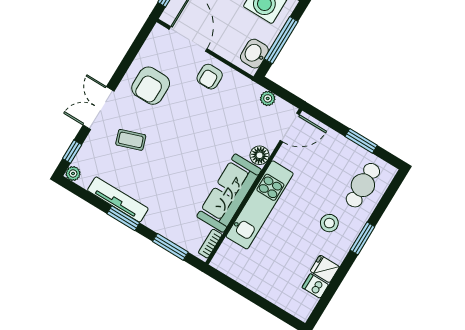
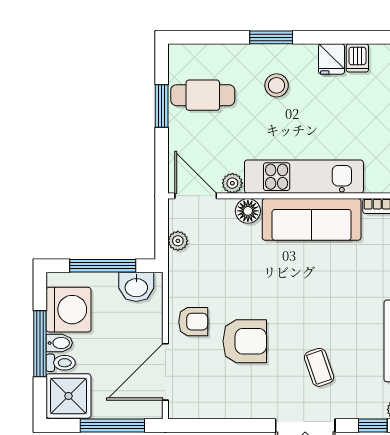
armchair: (151, 86) -> (245, 341), moved
plant: (284, 156) -> (232, 183), added
cafe table: (363, 185) -> (203, 95), moved

